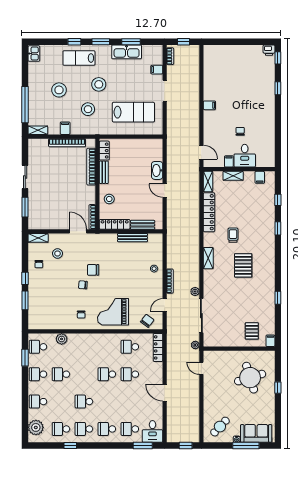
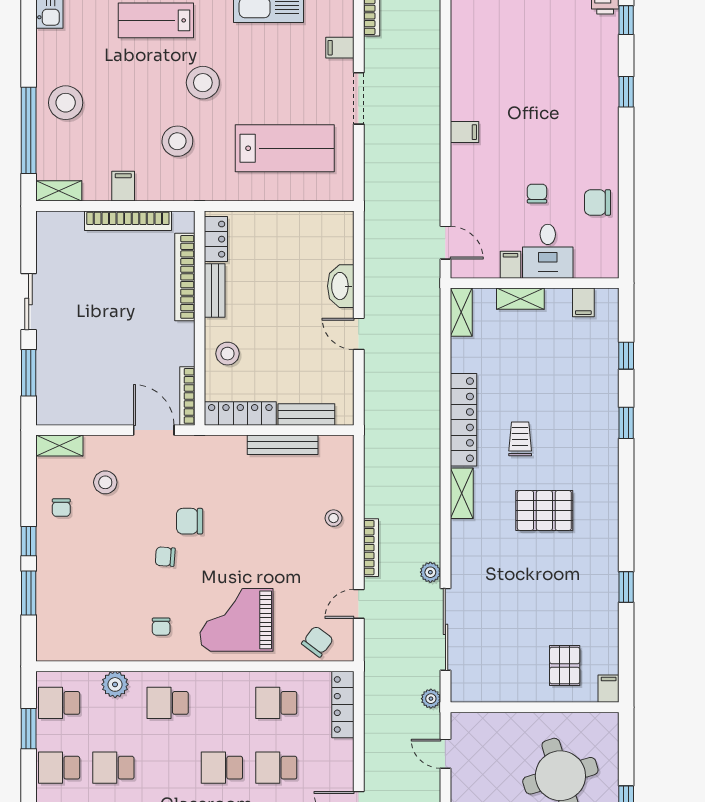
stool: (59, 90) -> (66, 103), moved
chair: (266, 135) -> (597, 203), added
locker: (209, 212) -> (463, 420), moved
pallet: (243, 265) -> (544, 511), turned 90
school desk: (84, 347) -> (168, 703), added

